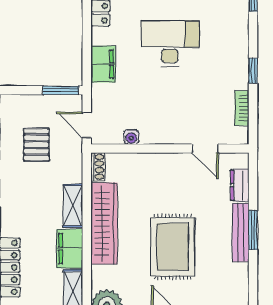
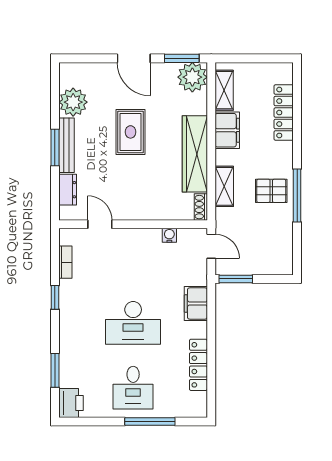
pallet: (36, 145) -> (271, 191), moved, turned 90
shelving: (73, 206) -> (224, 186), moved
rug: (173, 247) -> (130, 132), width x0.73, depth x0.70
plant: (234, 278) -> (73, 102), added

